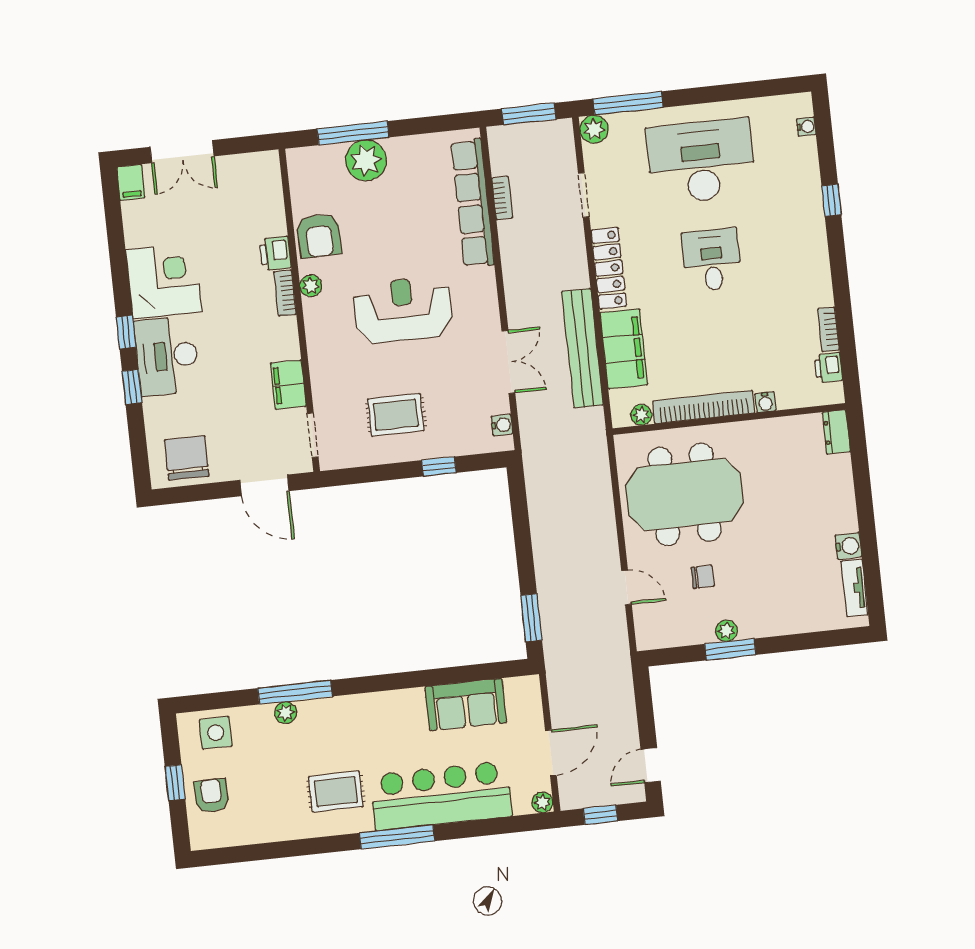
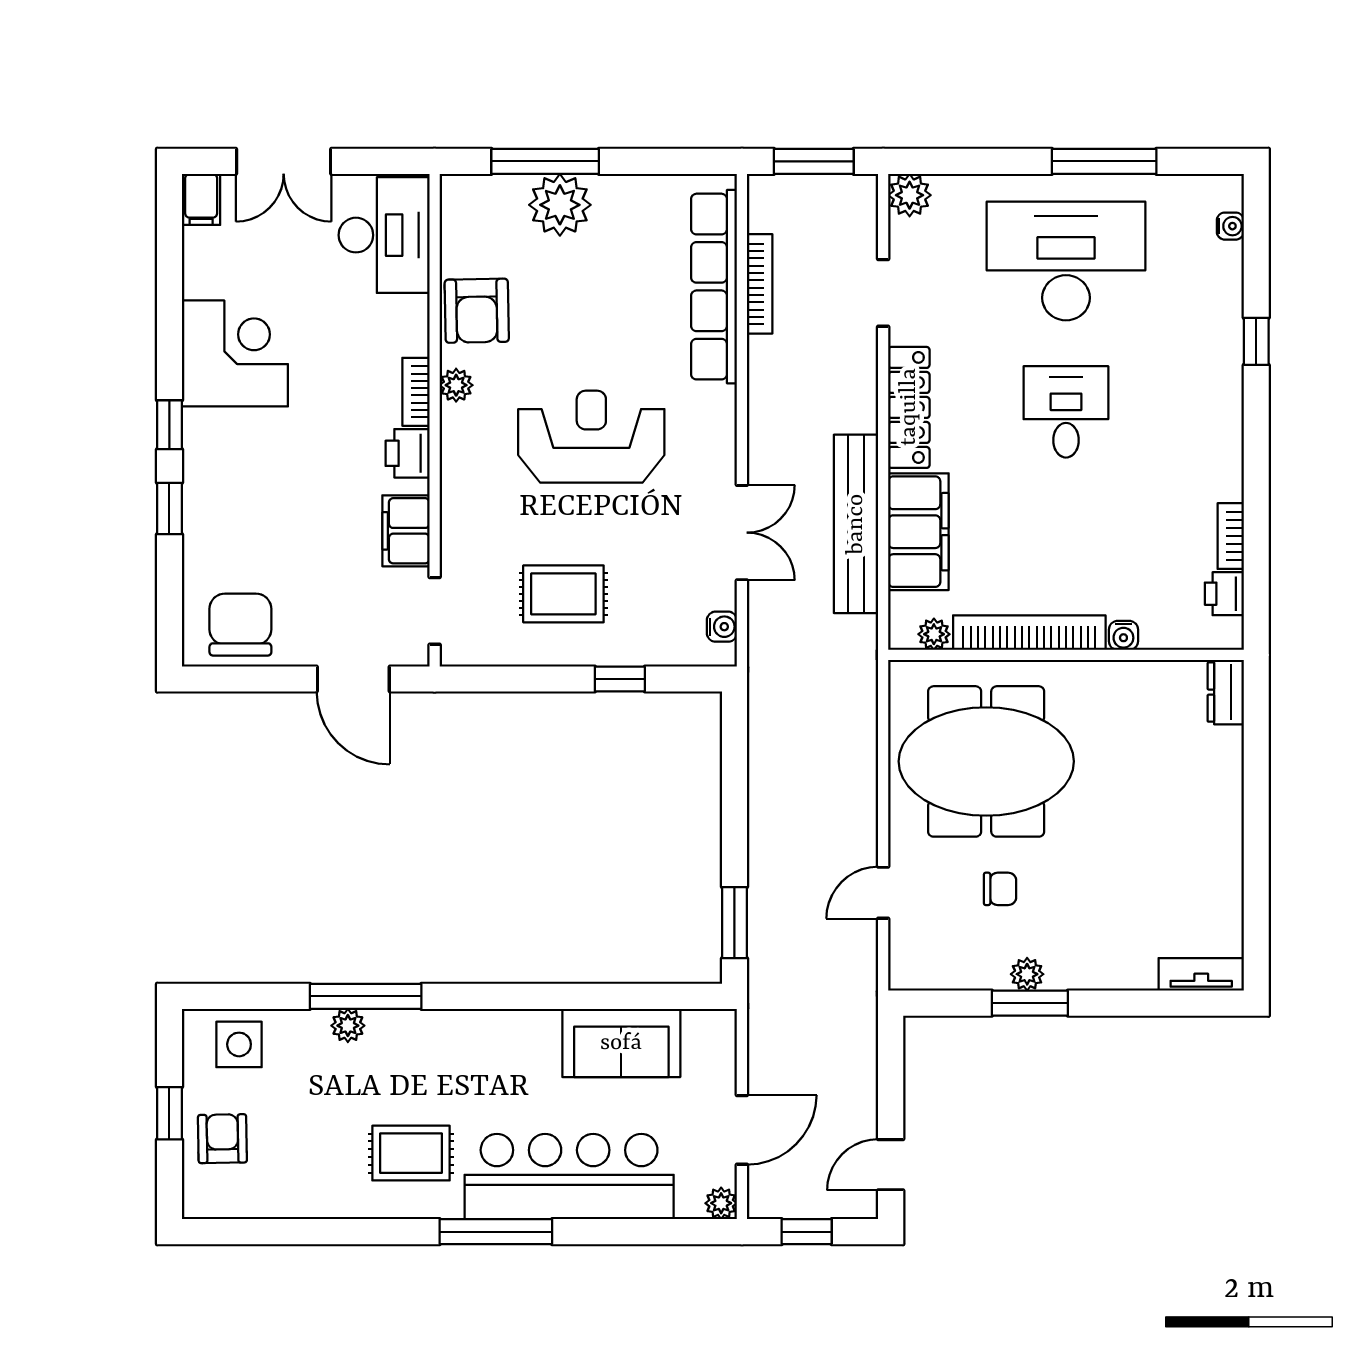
window: (628, 103) -> (1104, 161), moved
bookcase: (502, 198) -> (760, 284), width x1.56
printer: (275, 253) -> (408, 453), moved
desk: (167, 356) -> (384, 235), moved, turned 180
water cooler: (848, 546) -> (1225, 866), removed
door: (626, 588) -> (883, 893), swing flipped
tv unit: (854, 588) -> (1201, 974), moved, turned 90

